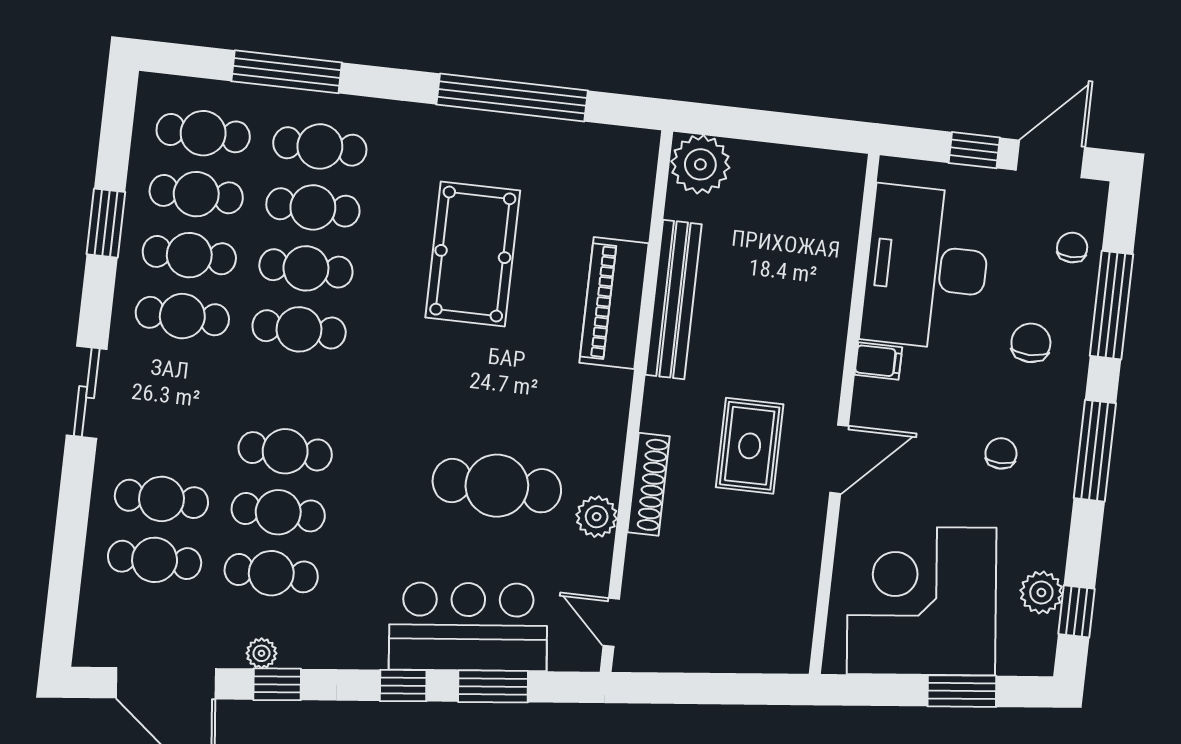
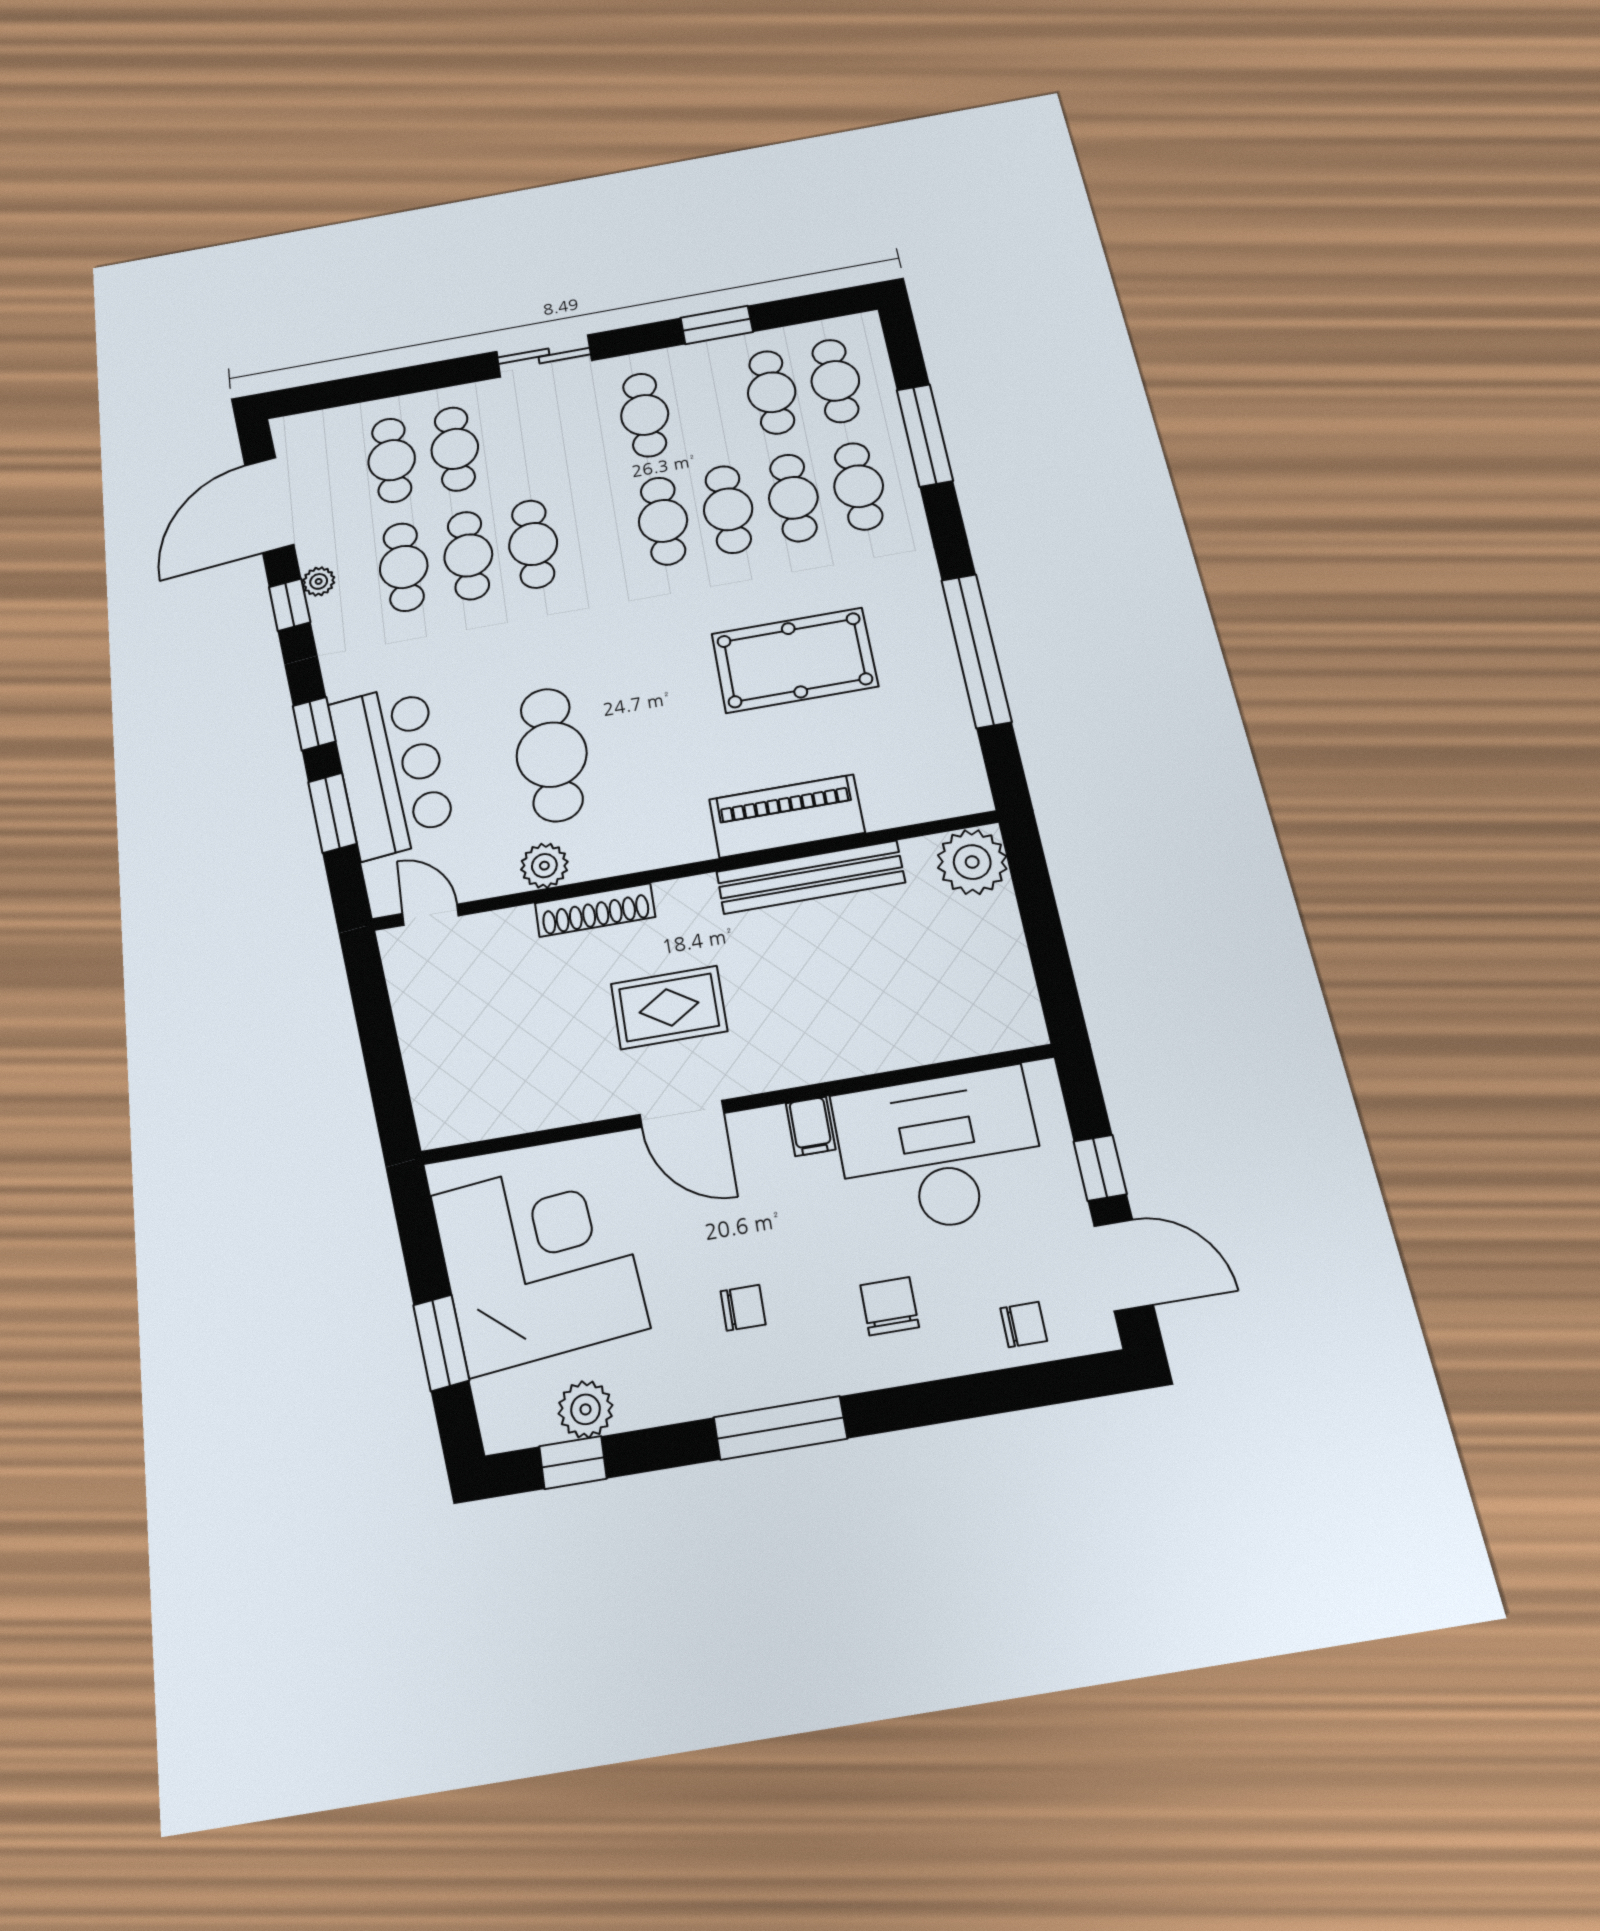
cafe table: (189, 255) -> (708, 404), removed
window: (1111, 305) -> (969, 1397), removed
chair: (1031, 343) -> (890, 1306), turned -90
door: (611, 622) -> (430, 915), hinge flipped

